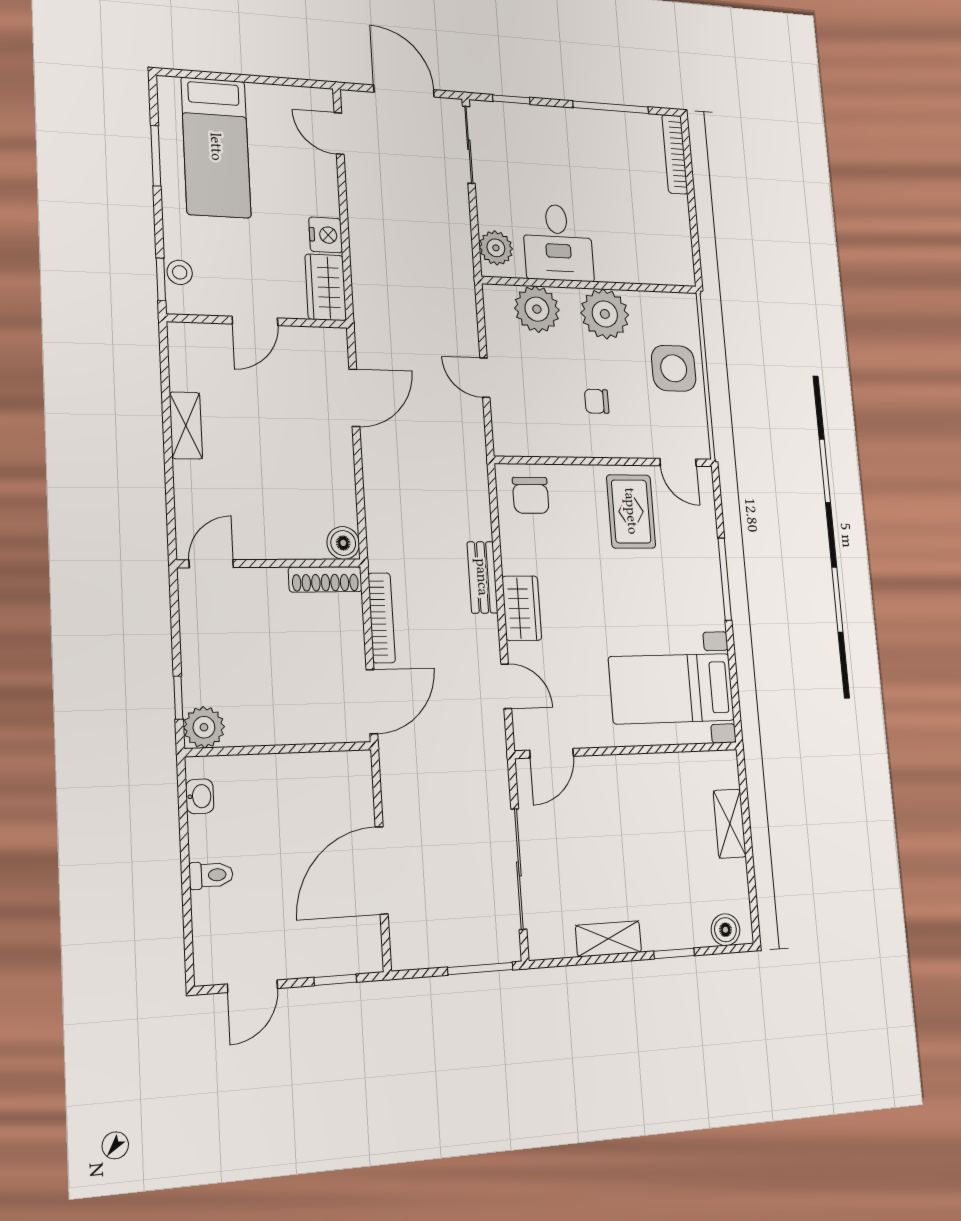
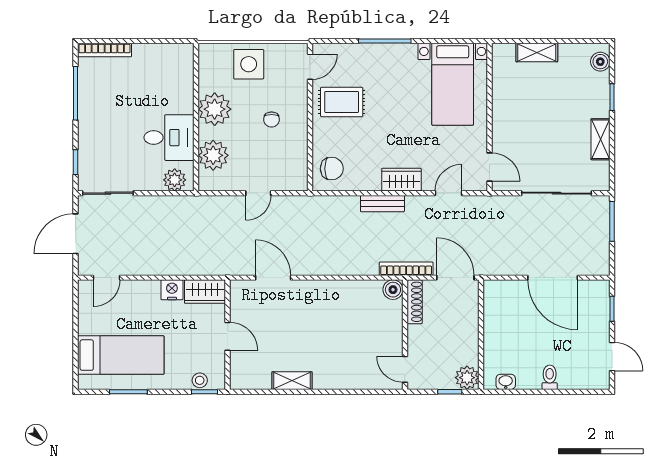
boiler: (343, 543) -> (393, 290), moved
wall: (270, 563) -> (405, 335), moved
door: (211, 564) -> (405, 369), moved
shoe rack: (325, 579) -> (415, 302), moved

